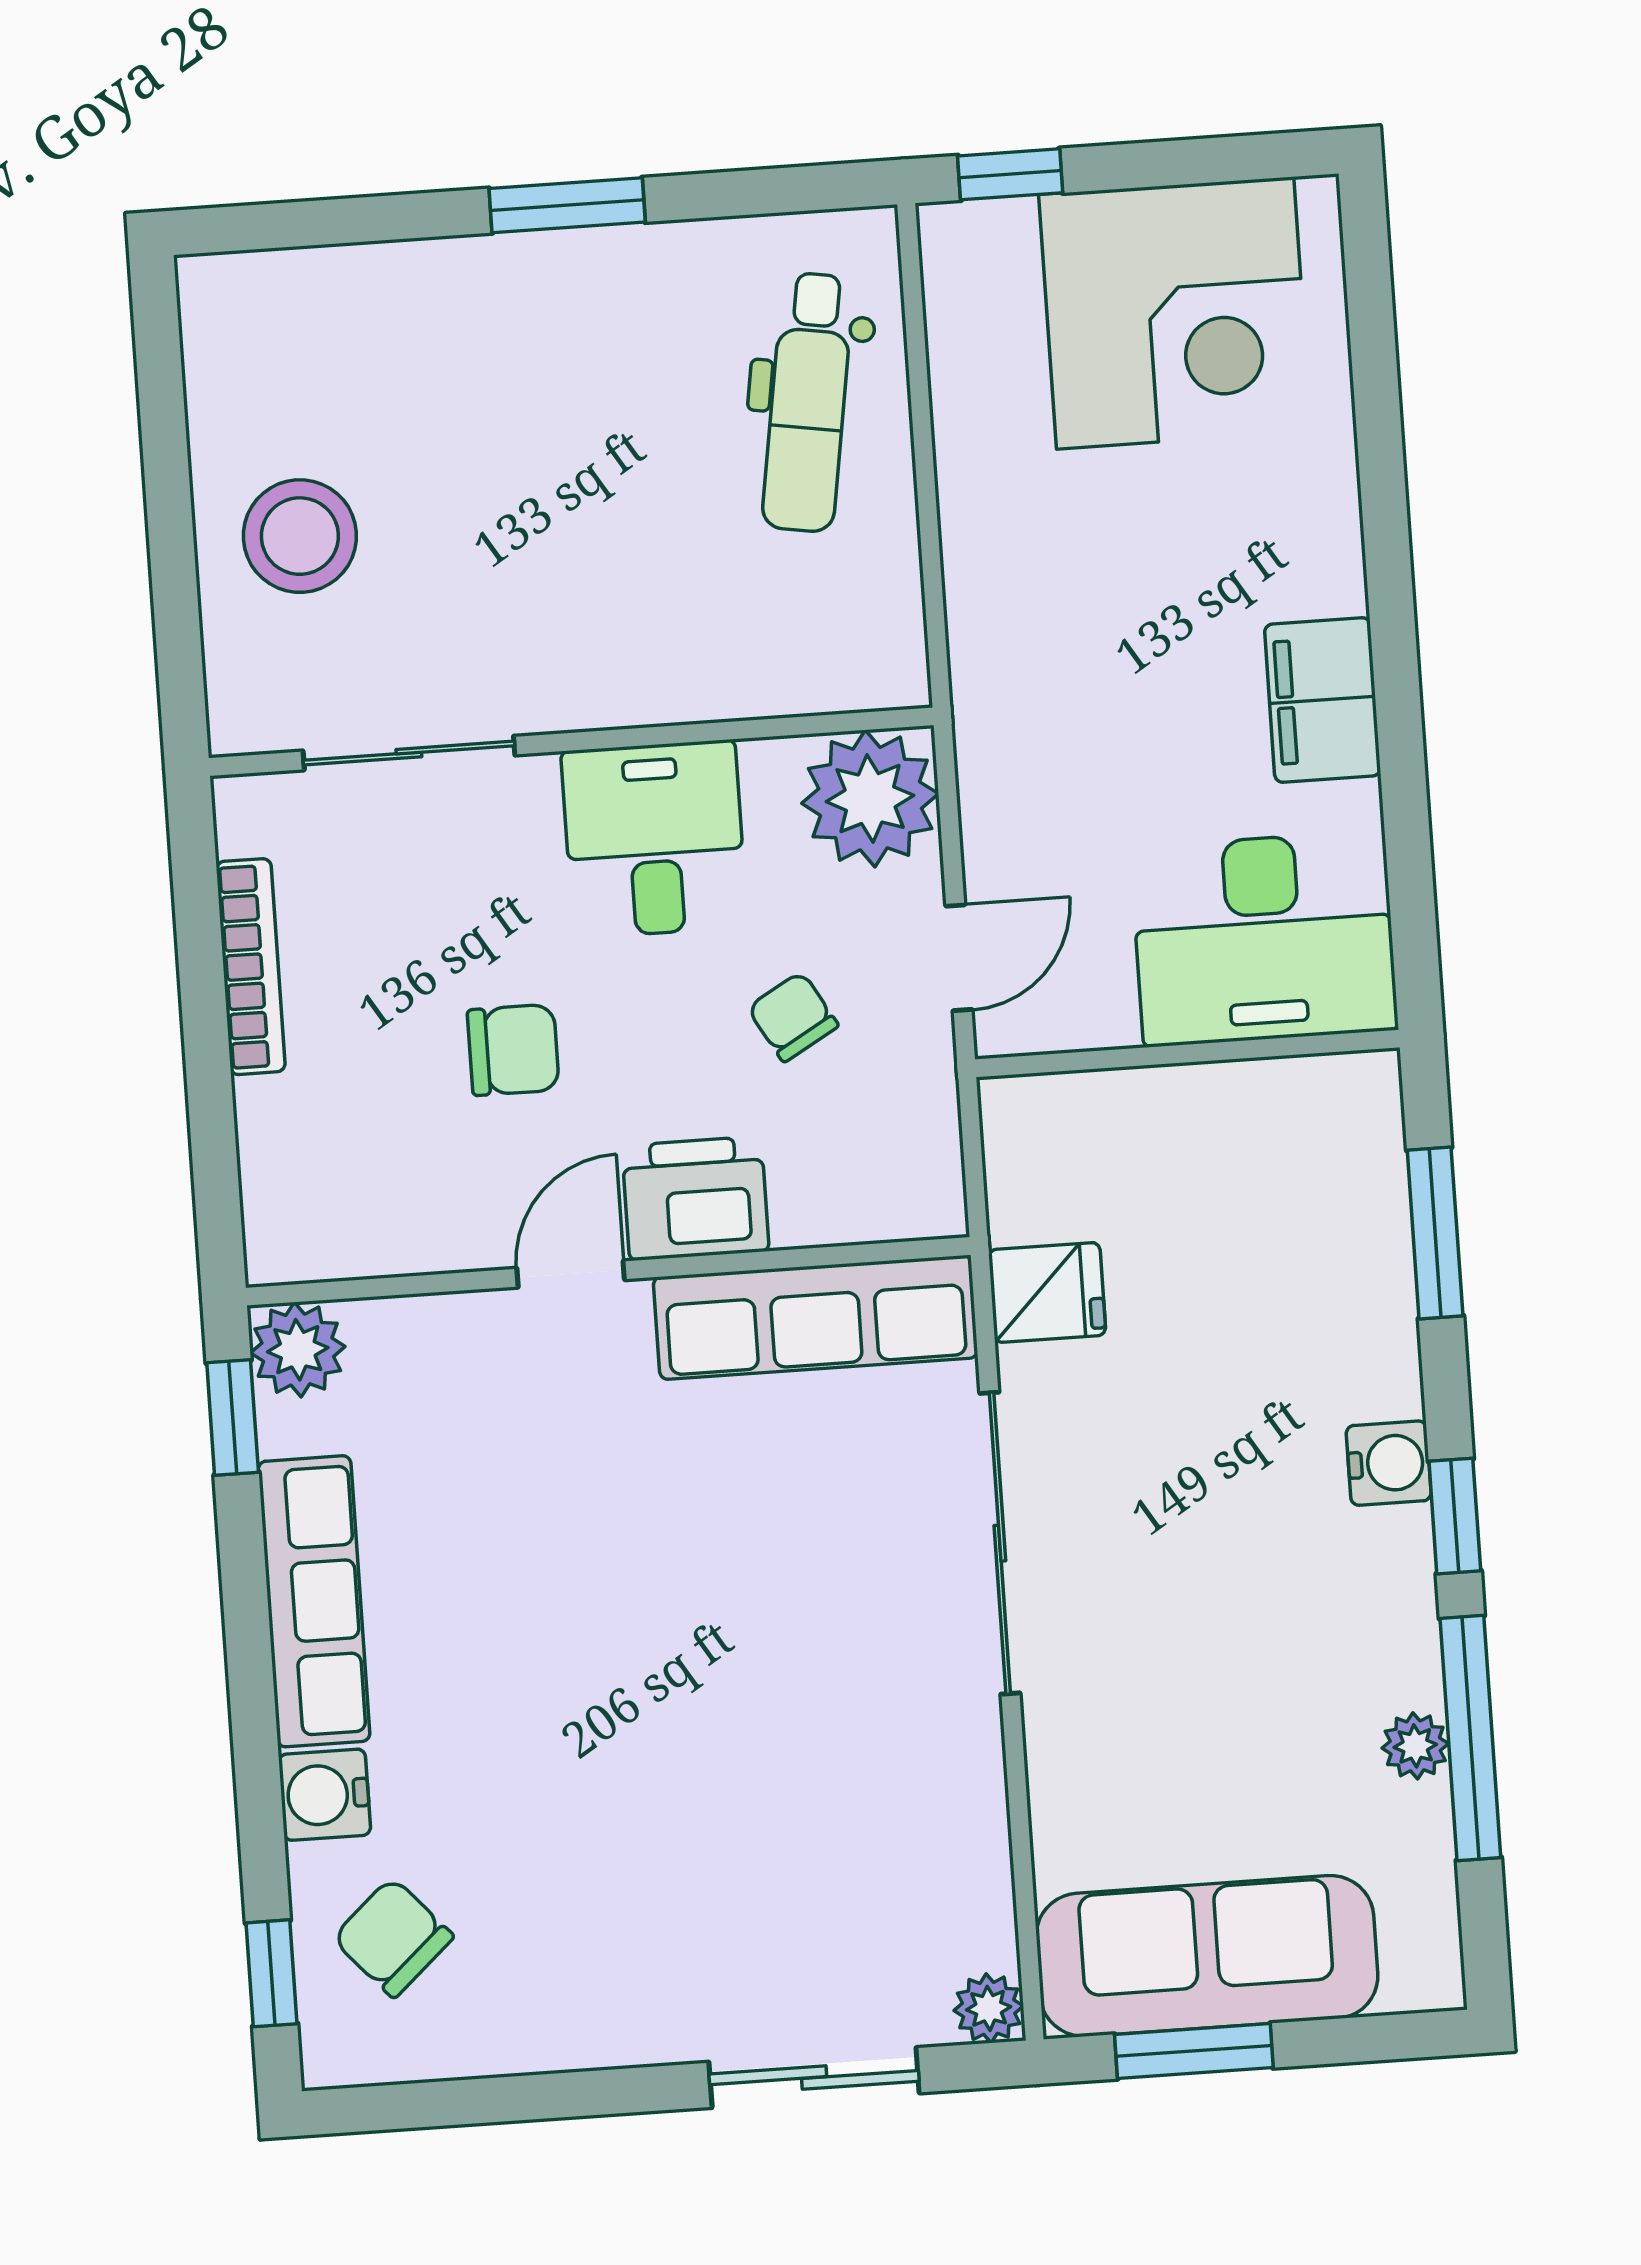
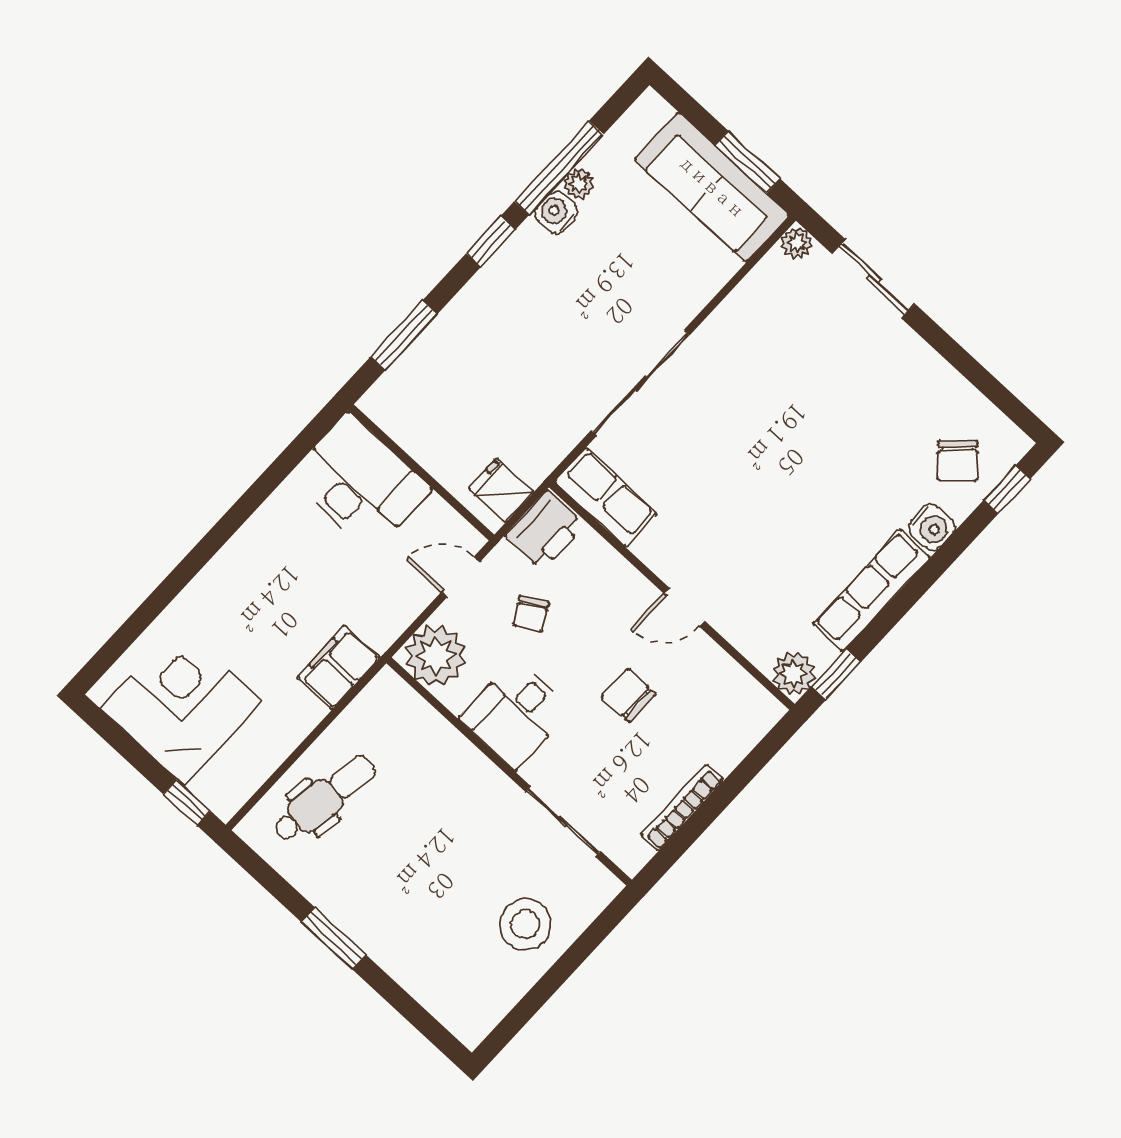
filing cabinet: (1323, 700) -> (339, 667), moved, turned 180
printer: (695, 1198) -> (545, 530), moved, turned -90
fridge: (1047, 1292) -> (501, 490), moved
row of seats: (816, 1317) -> (606, 497), width x0.68
water cooler: (1389, 1463) -> (556, 212), moved

